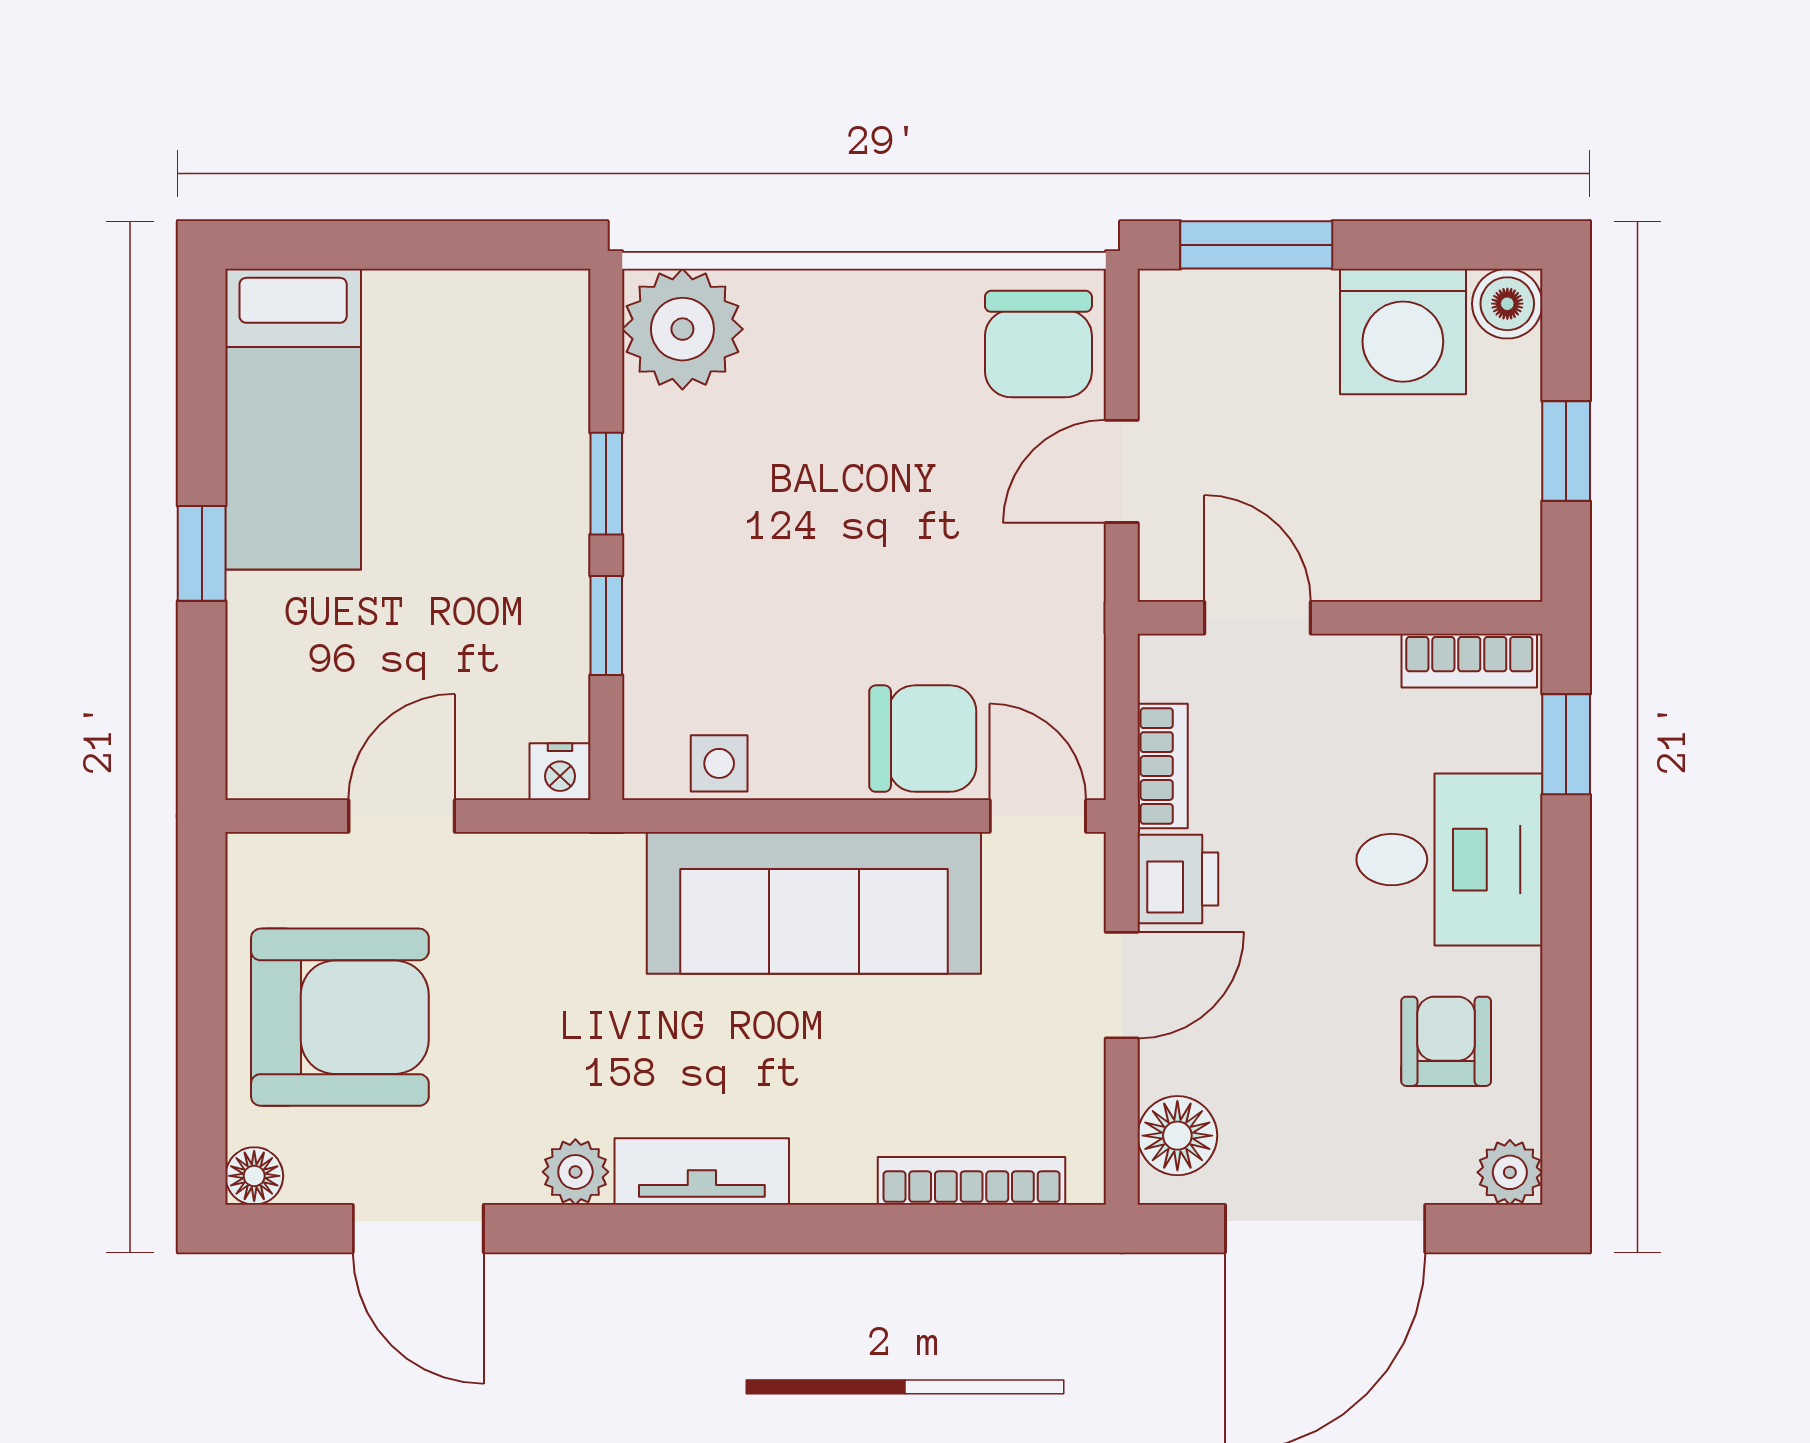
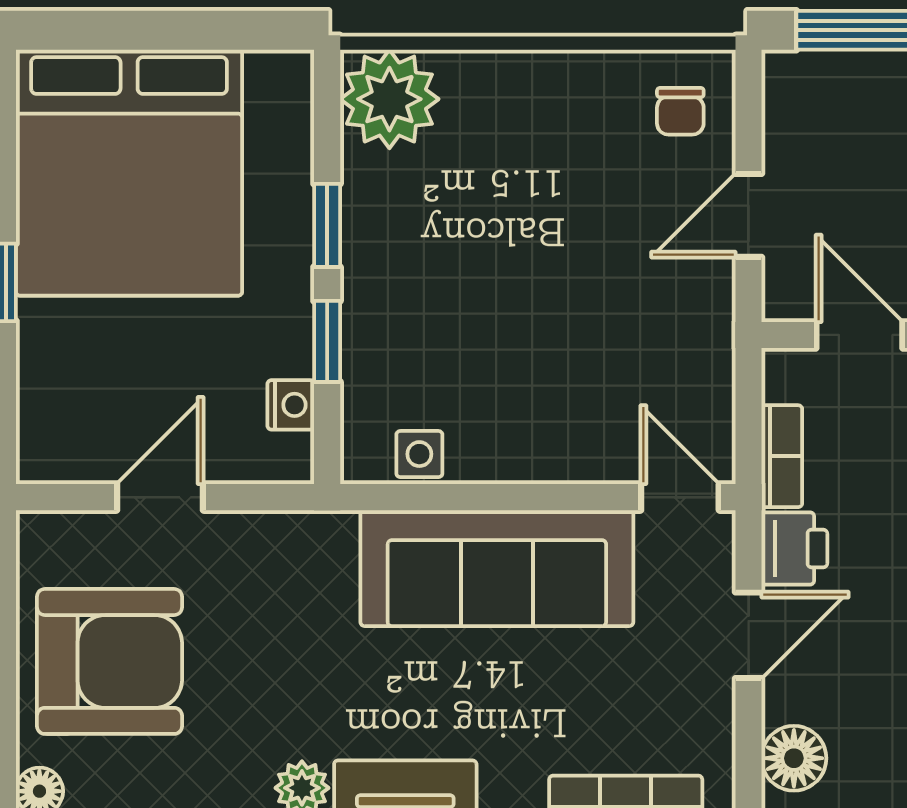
chair: (1038, 344) -> (680, 111), width x0.54, depth x0.54
bed: (293, 419) -> (129, 173), width x2.04
chair: (923, 739) -> (586, 434), removed
nightstand: (560, 772) -> (291, 405), moved, turned -90

